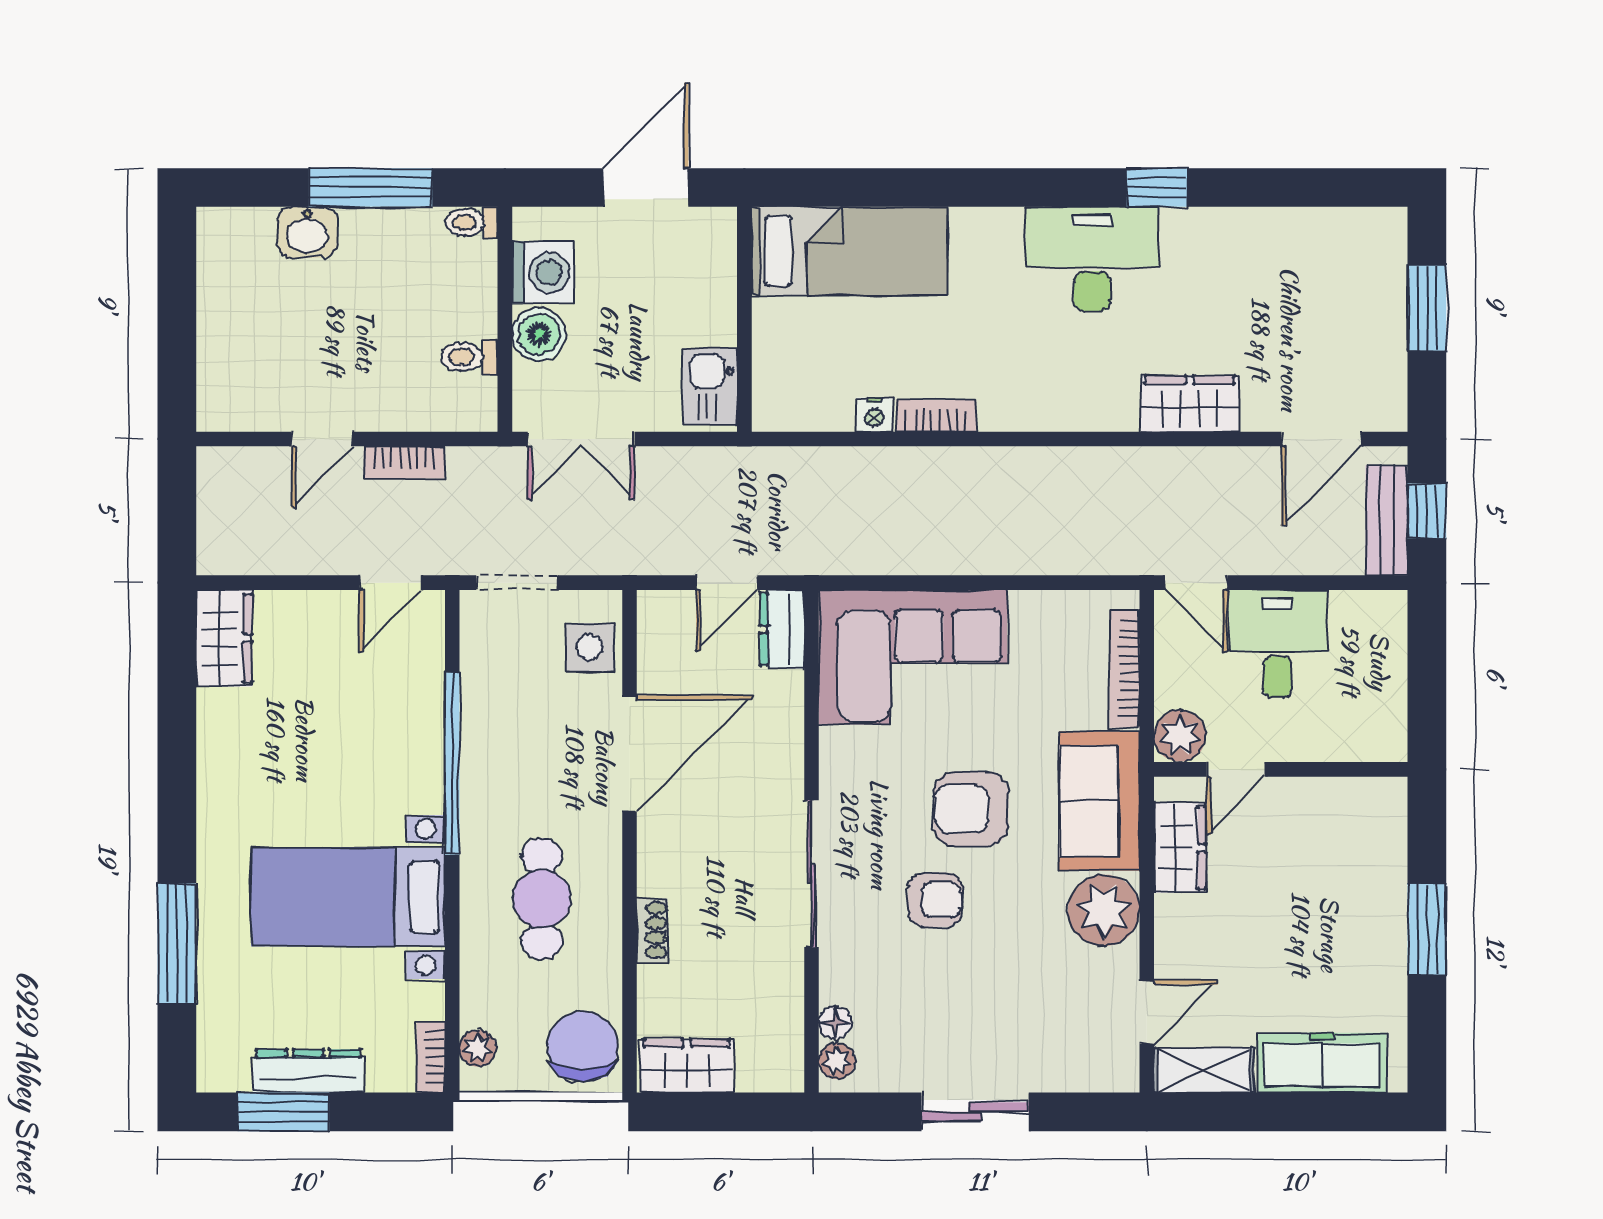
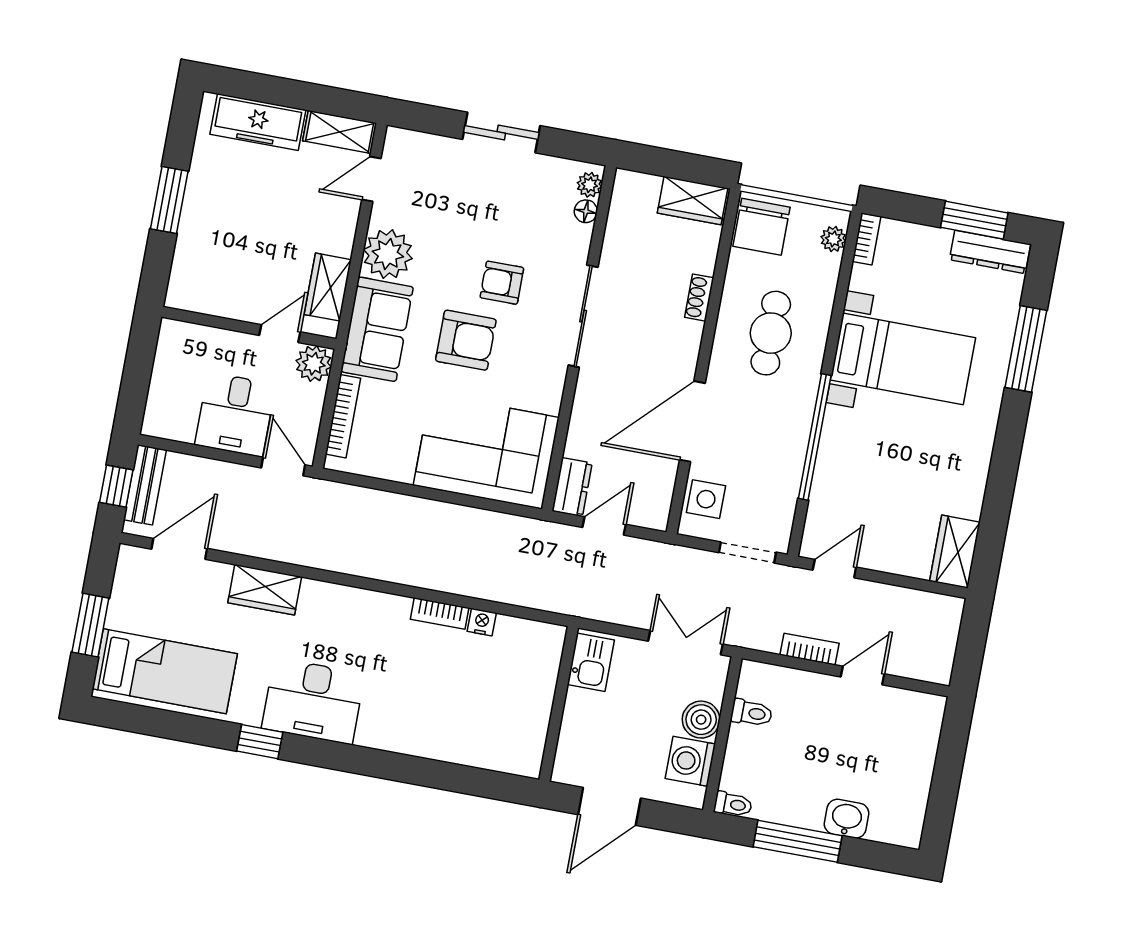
bed: (850, 251) -> (165, 671), moved, turned 180
dresser: (308, 1071) -> (990, 252), moved

